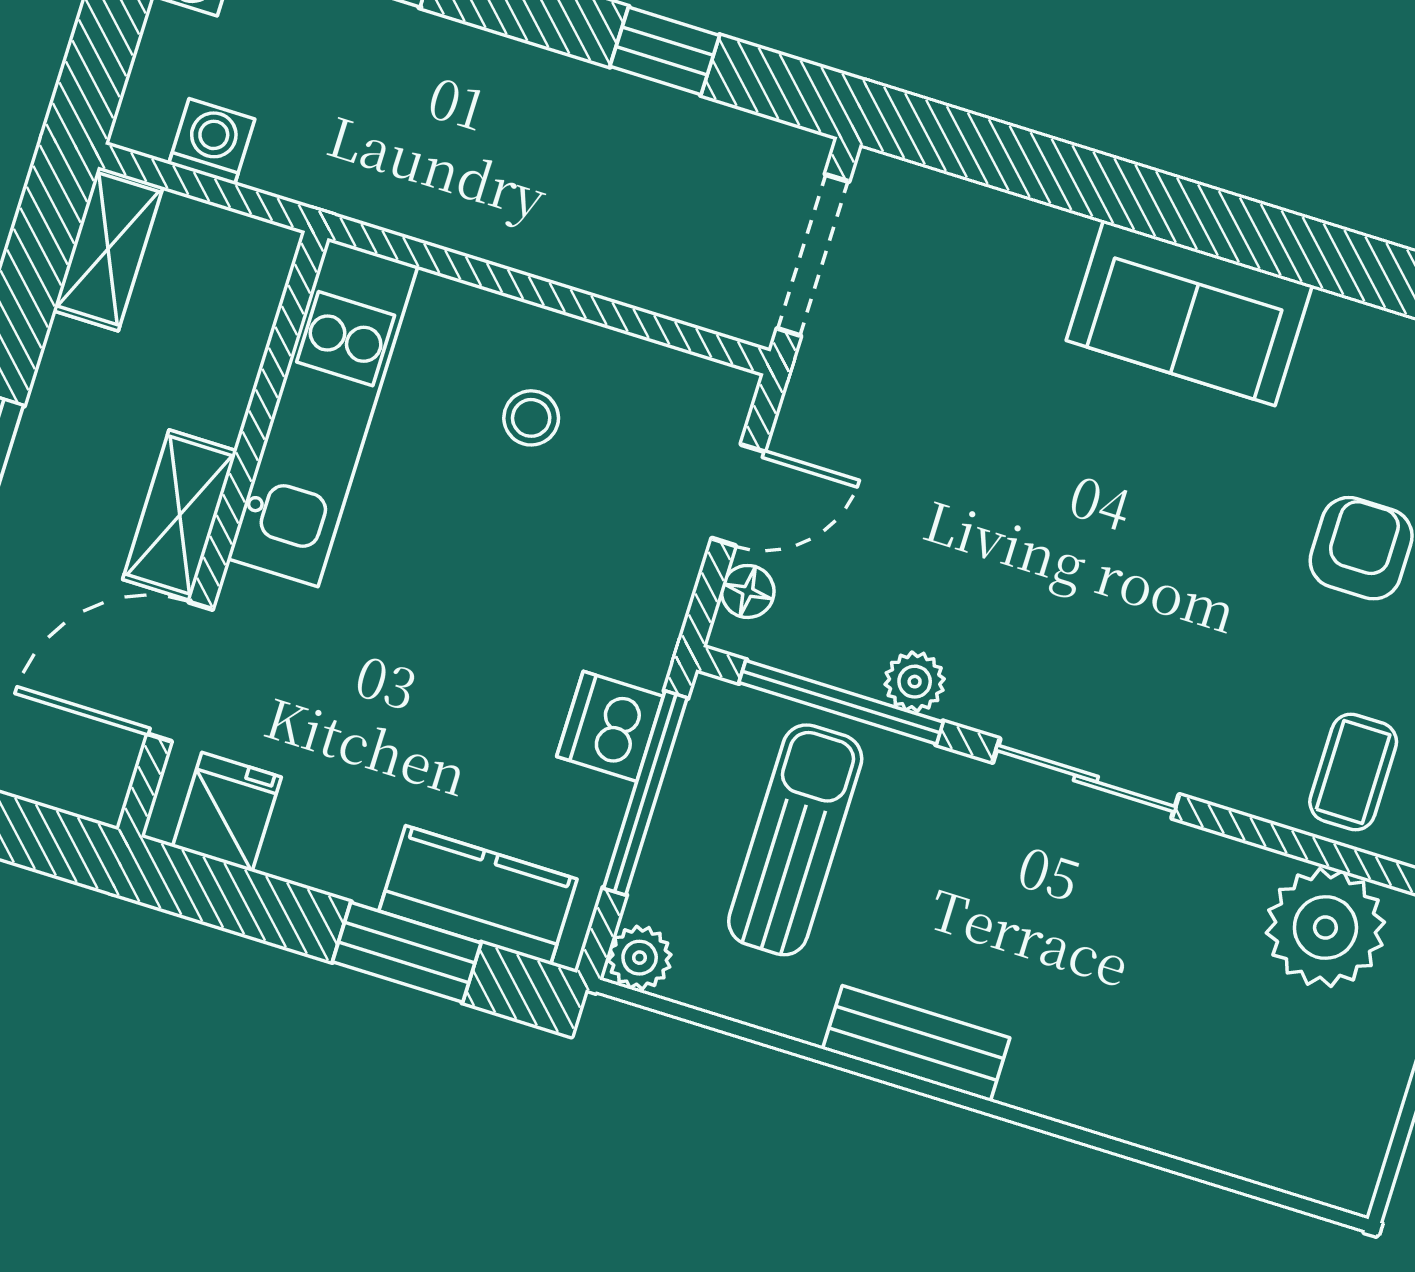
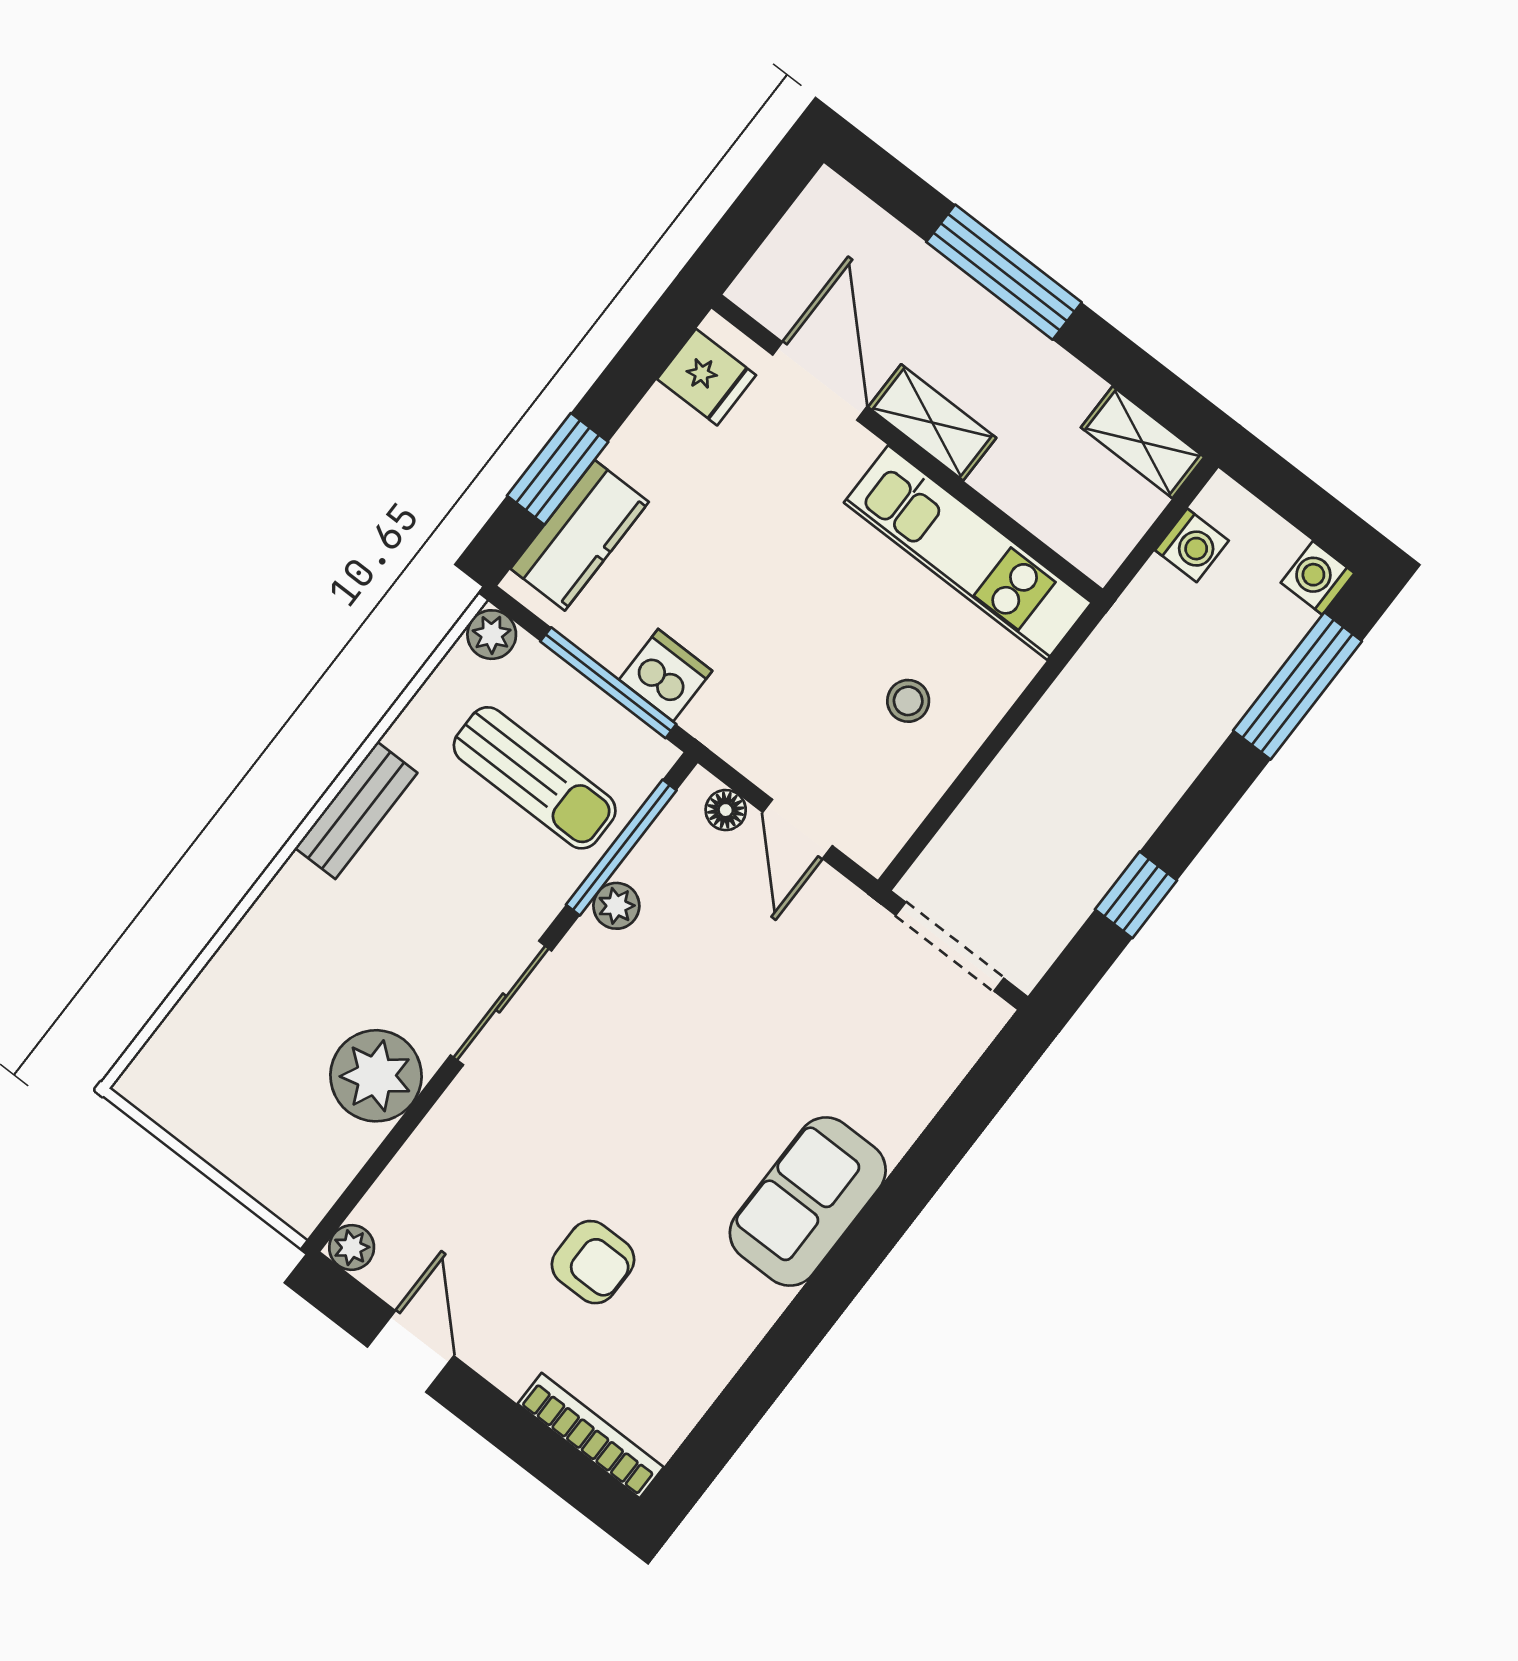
coffee table: (1353, 772) -> (434, 1197), removed
plant: (1325, 927) -> (376, 1076), moved

